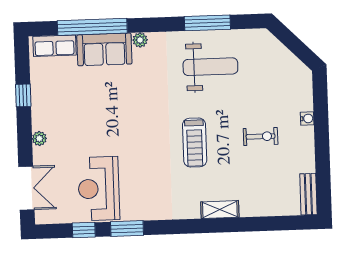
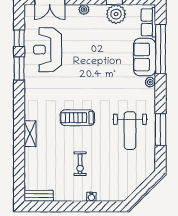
plant: (44, 92) -> (116, 14), added
reception desk: (99, 189) -> (48, 50), turned -90

